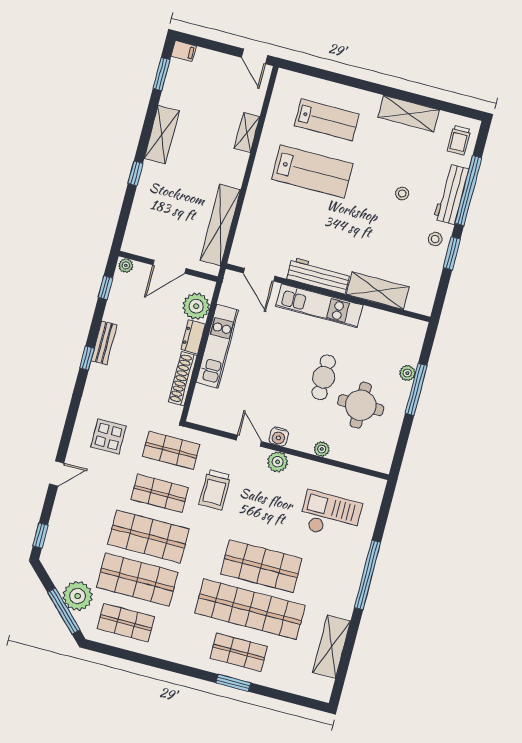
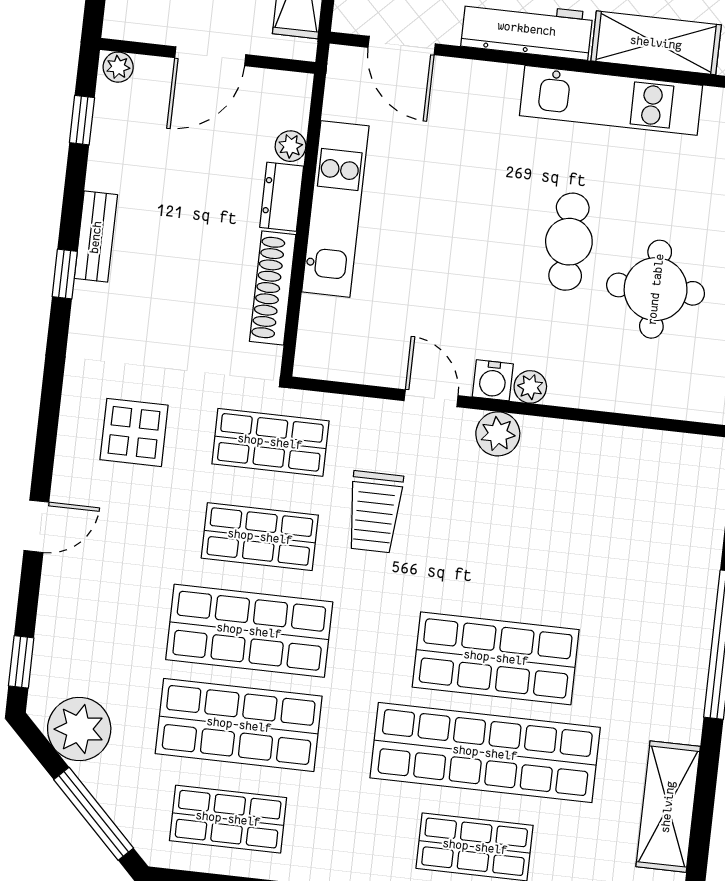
plant: (196, 306) -> (291, 146), width x0.53, depth x0.53
kitchen unit: (319, 306) -> (611, 100), moved
plant: (322, 449) -> (530, 387), moved
checkout: (330, 516) -> (625, 531), removed
plant: (78, 596) -> (79, 729), moved

